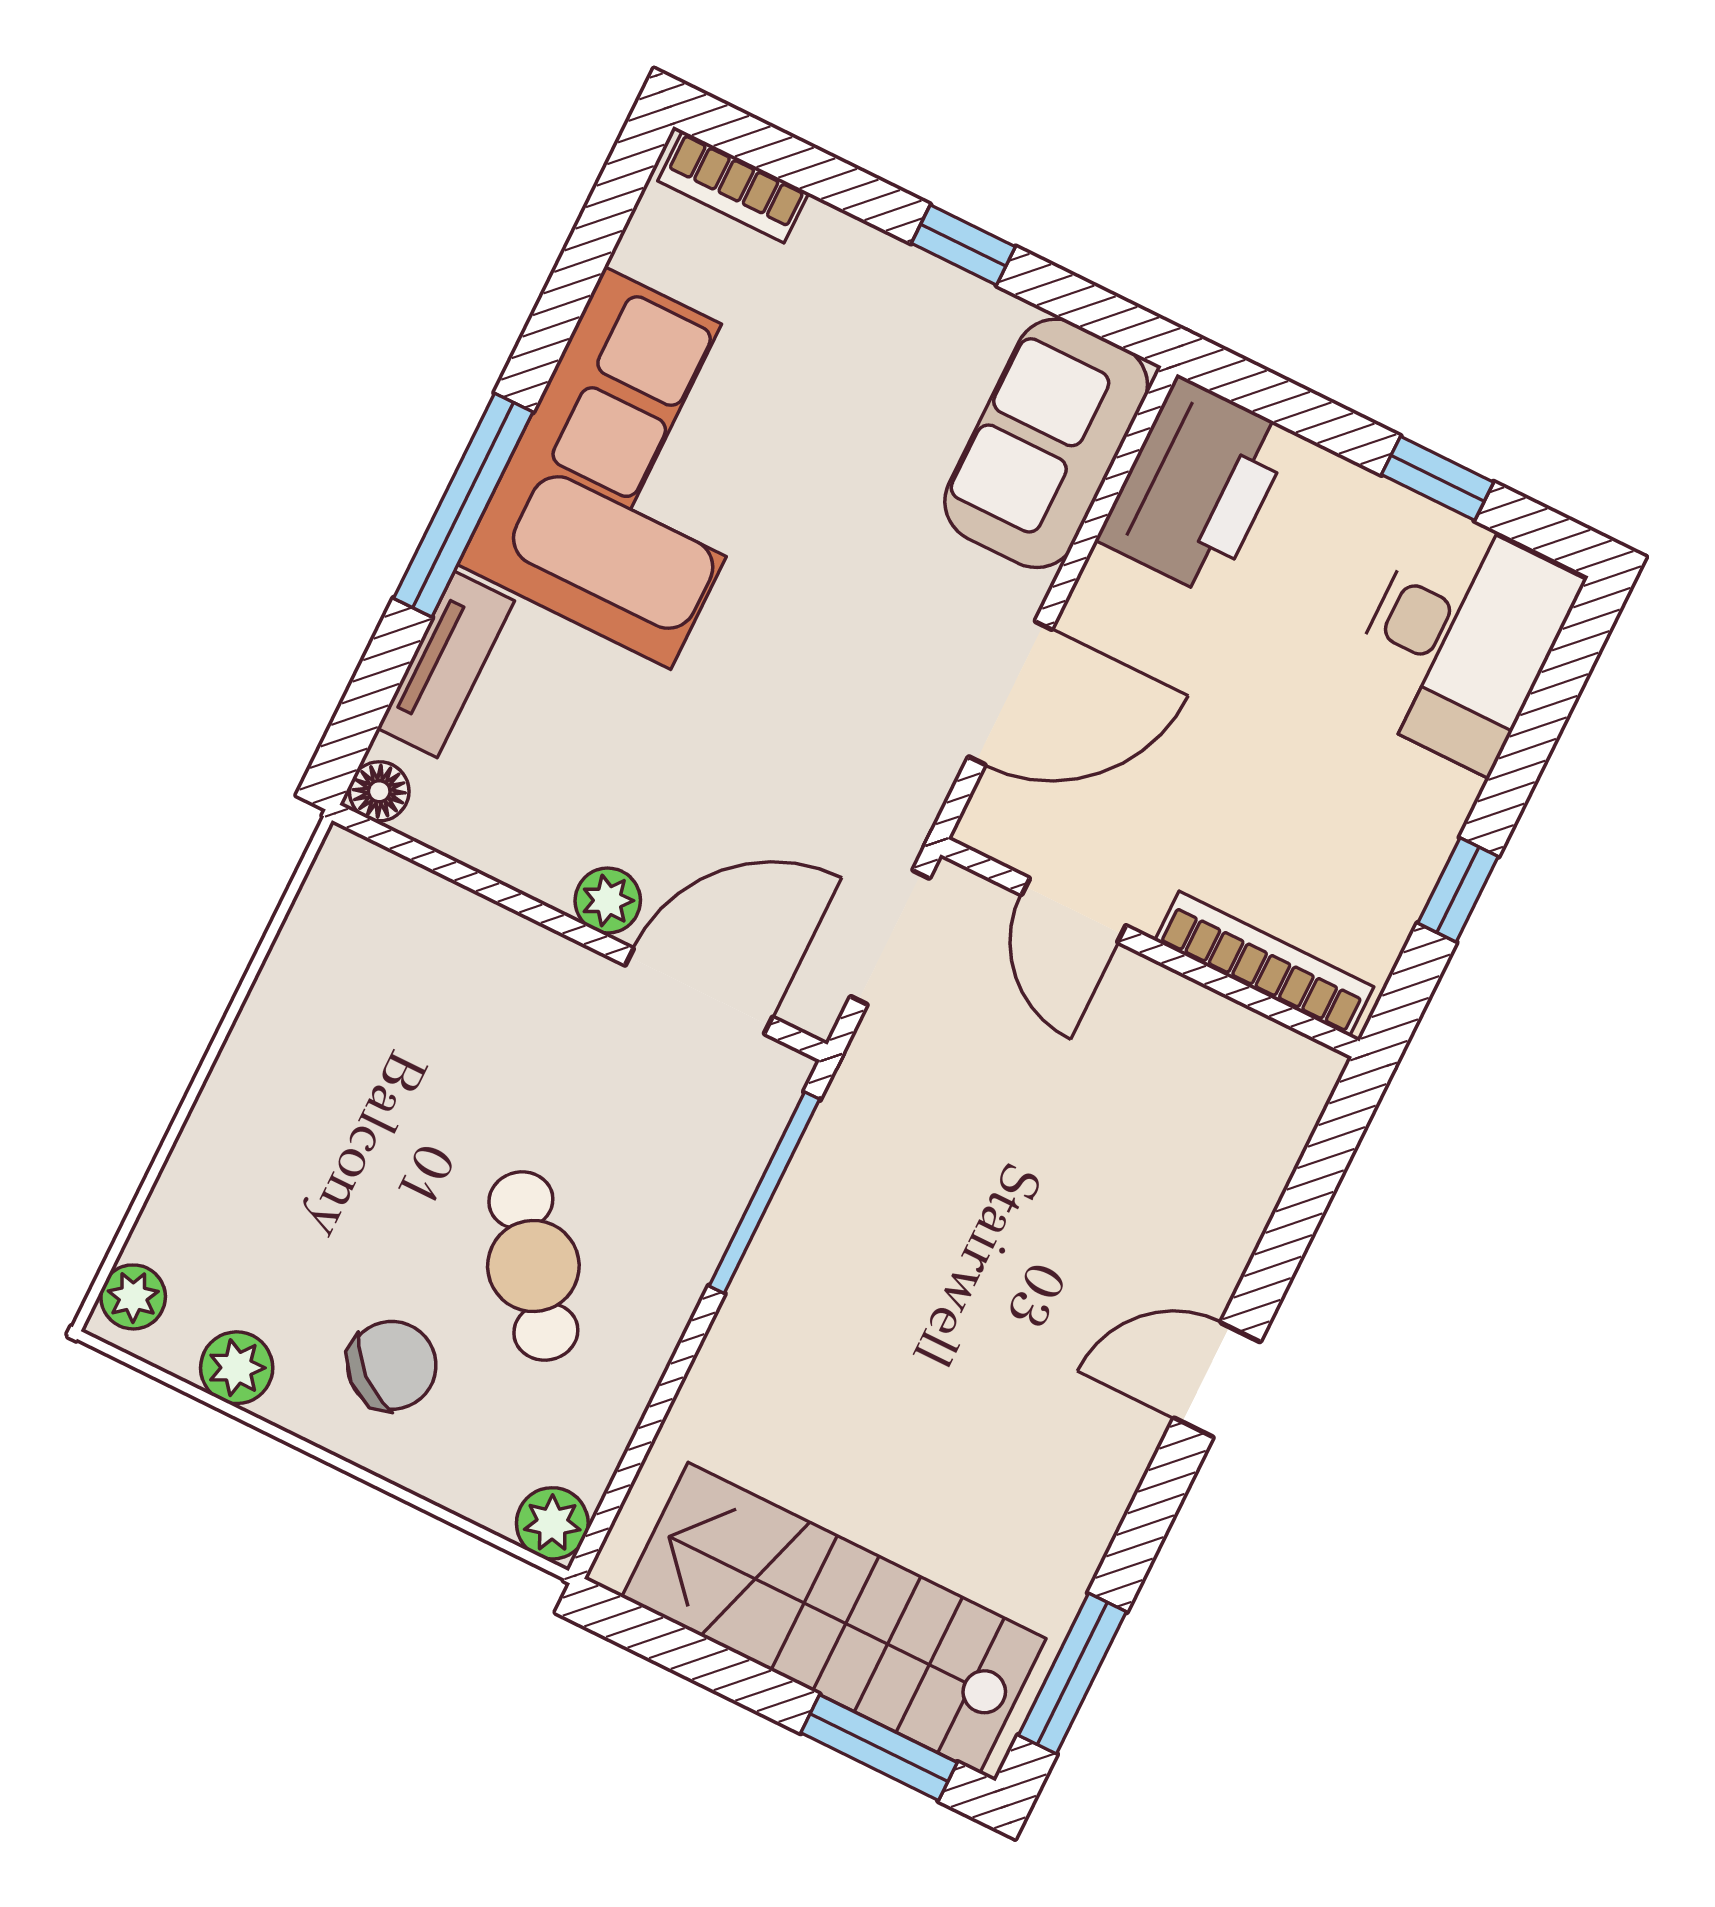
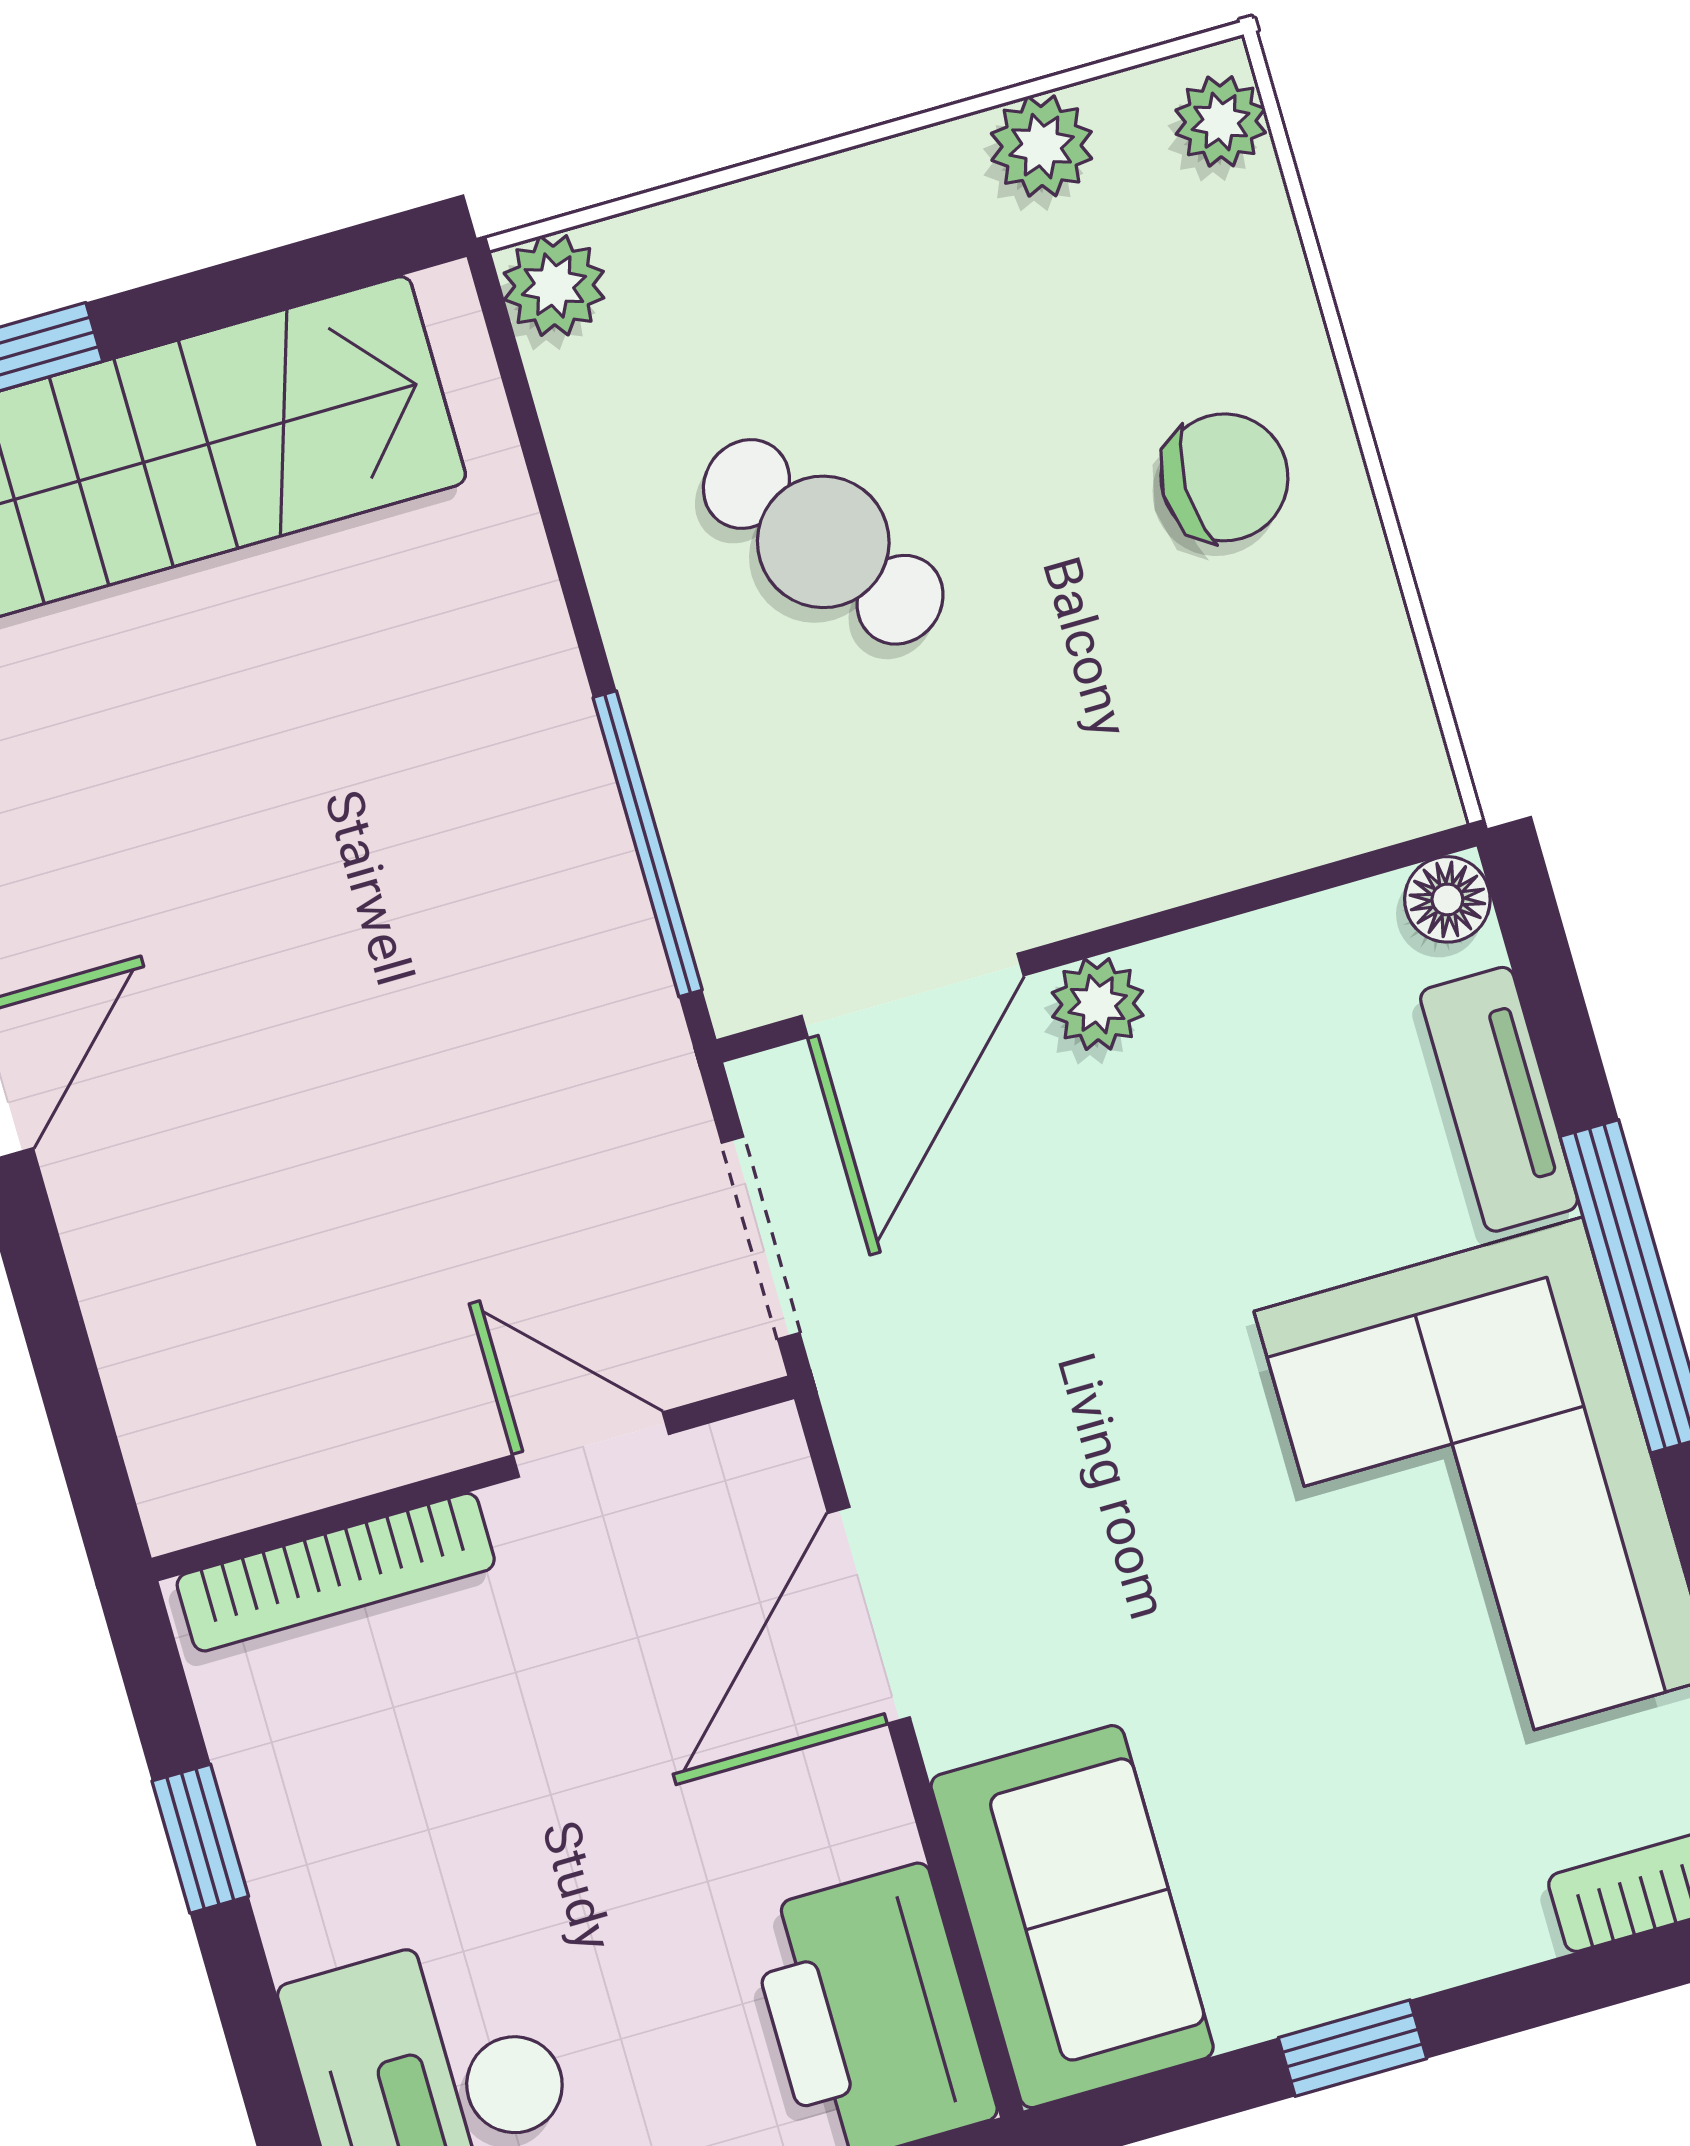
chair: (392, 1365) -> (1224, 477), moved, turned -131

